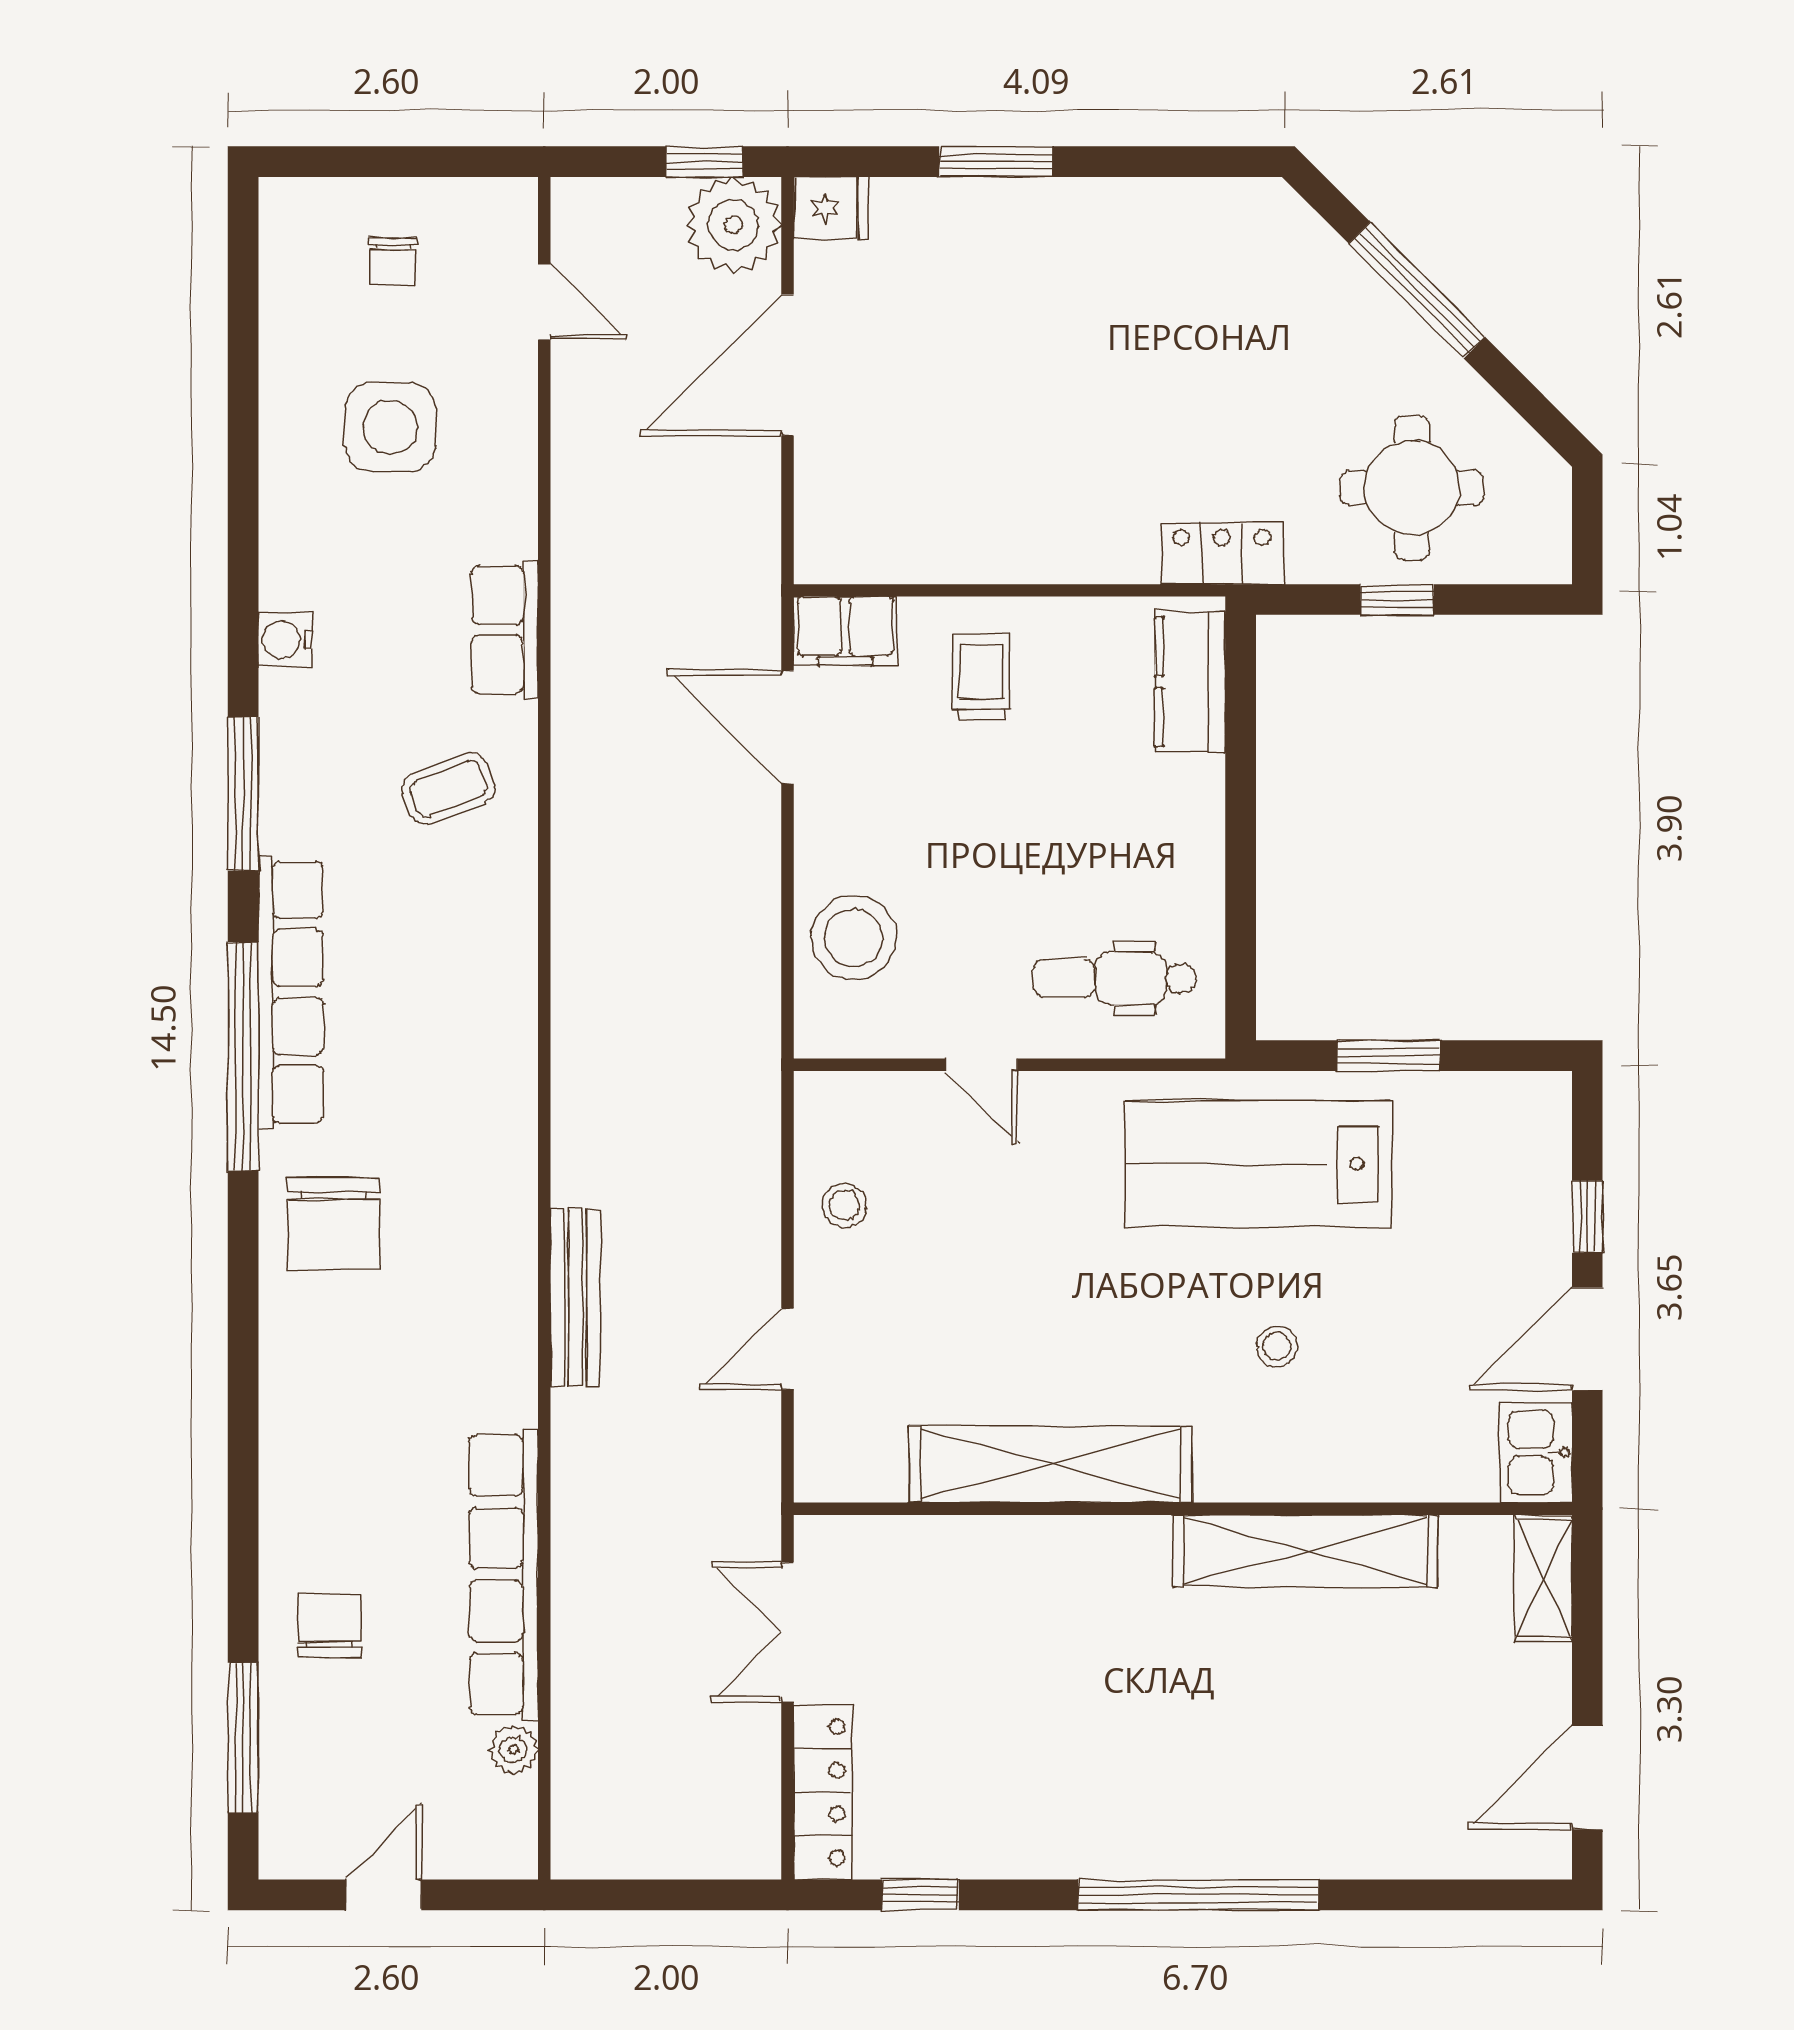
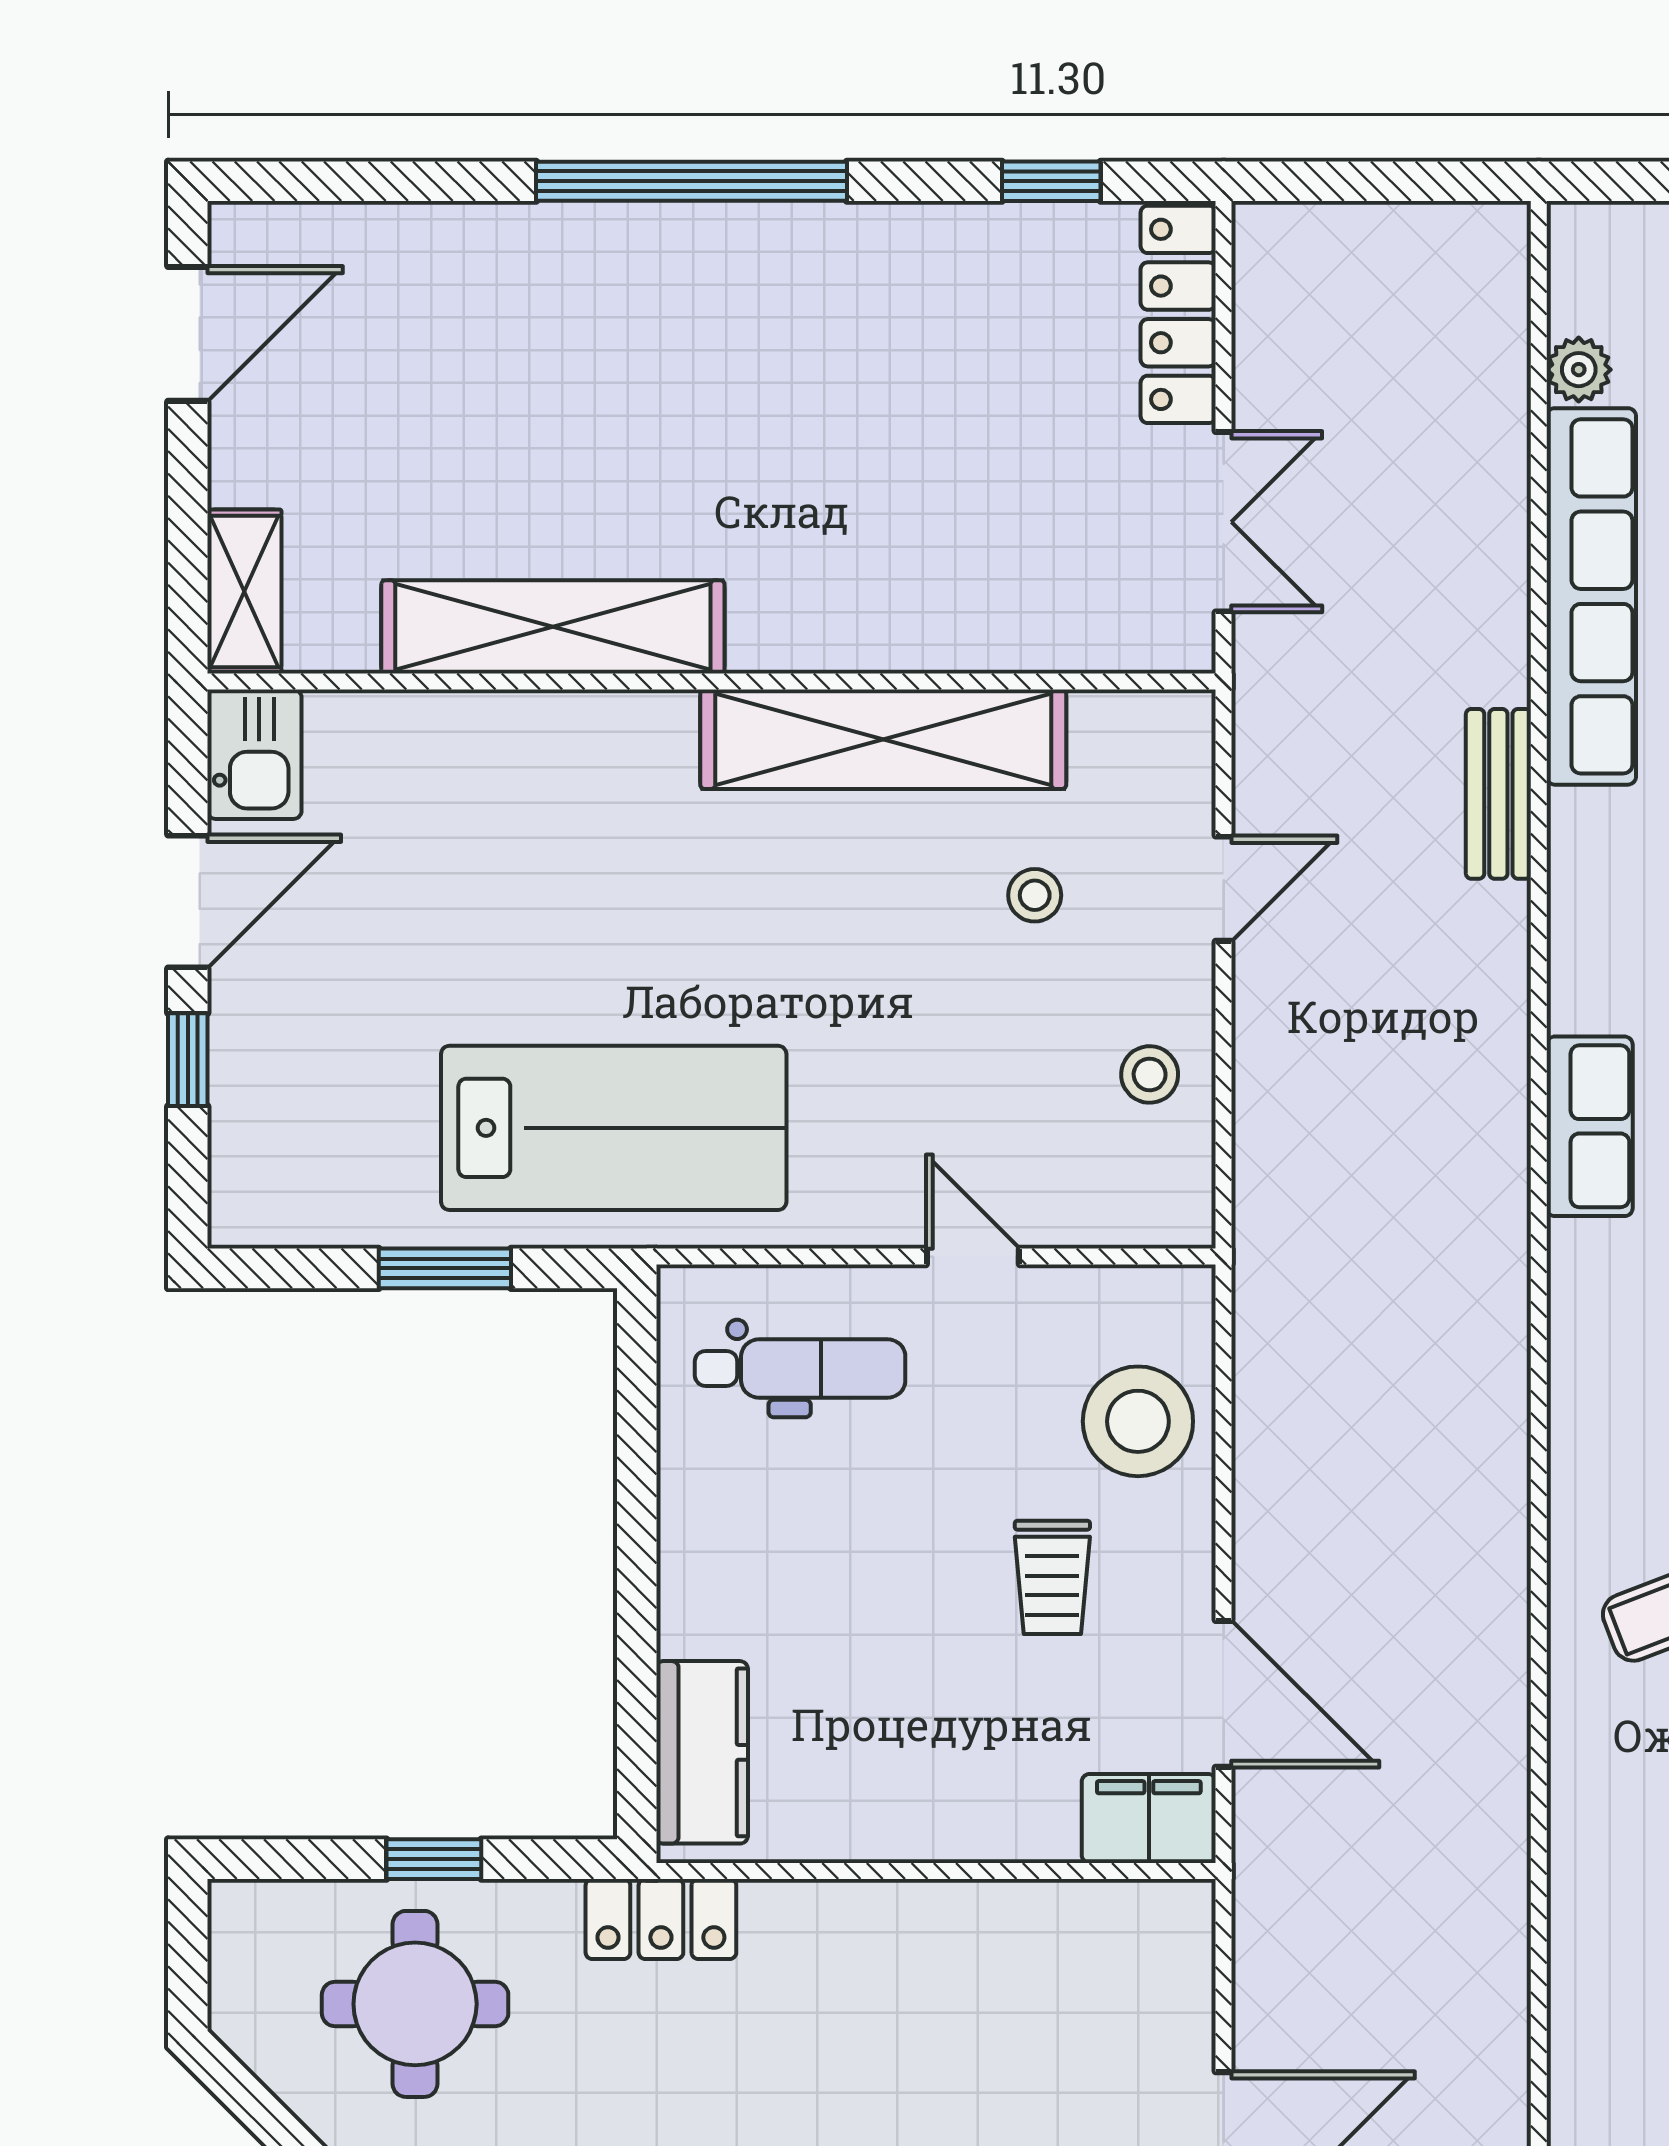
row of seats: (505, 630) -> (1590, 1126), moved
trolley: (981, 677) -> (1052, 1577), moved
bench: (575, 1298) -> (1498, 794), moved, width x0.73
stool: (1277, 1346) -> (1035, 895), moved

